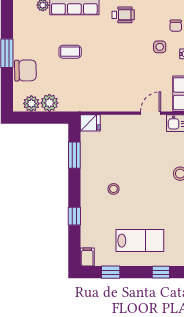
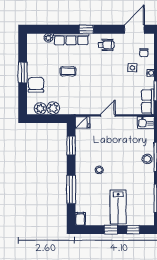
chair: (25, 70) -> (36, 85), turned -89
door: (151, 113) -> (108, 115), moved
window: (74, 216) -> (71, 189), width x2.17
lab bench: (140, 241) -> (118, 207), turned 90
window: (111, 272) -> (111, 230), moved

